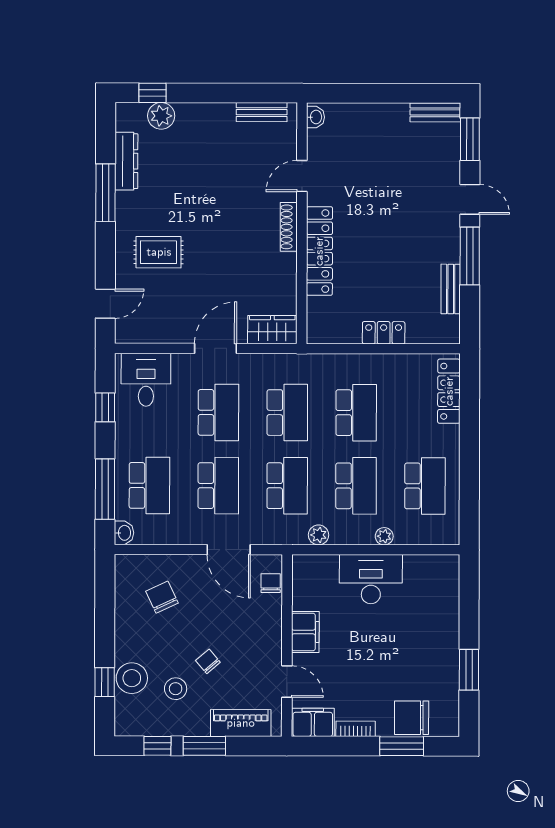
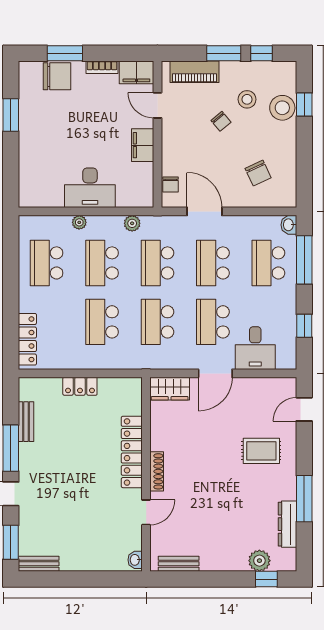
desk: (146, 380) -> (255, 348), moved

